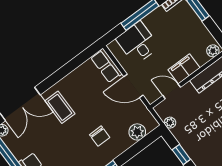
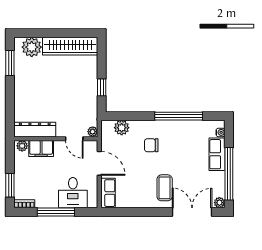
filing cabinet: (184, 69) -> (41, 148), moved
plant: (170, 123) -> (93, 132), moved
chair: (100, 136) -> (151, 145), turned -90

